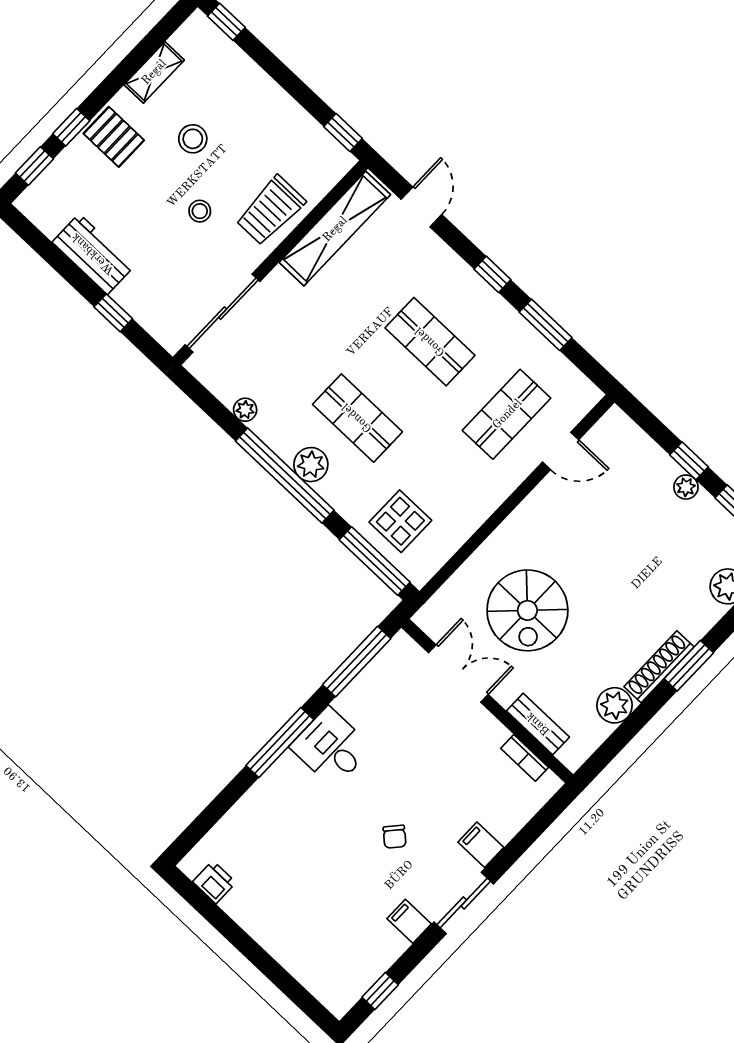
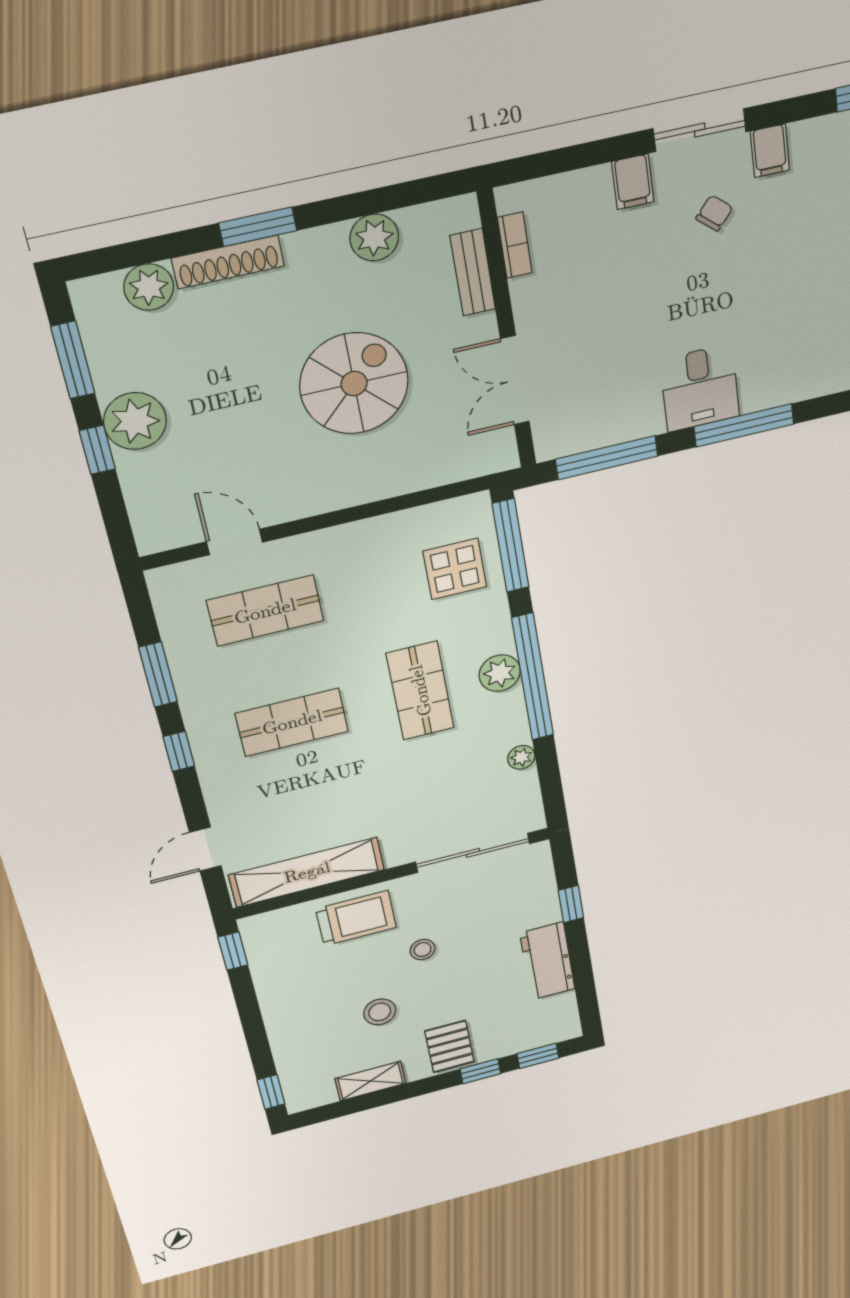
shop shelf: (430, 342) -> (292, 722), turned 90
plant: (686, 487) -> (135, 421), width x1.88, depth x1.88
spiral stairs: (527, 610) -> (354, 384), moved
shoe rack: (659, 667) -> (228, 262), moved
chair: (395, 837) -> (714, 213), moved

